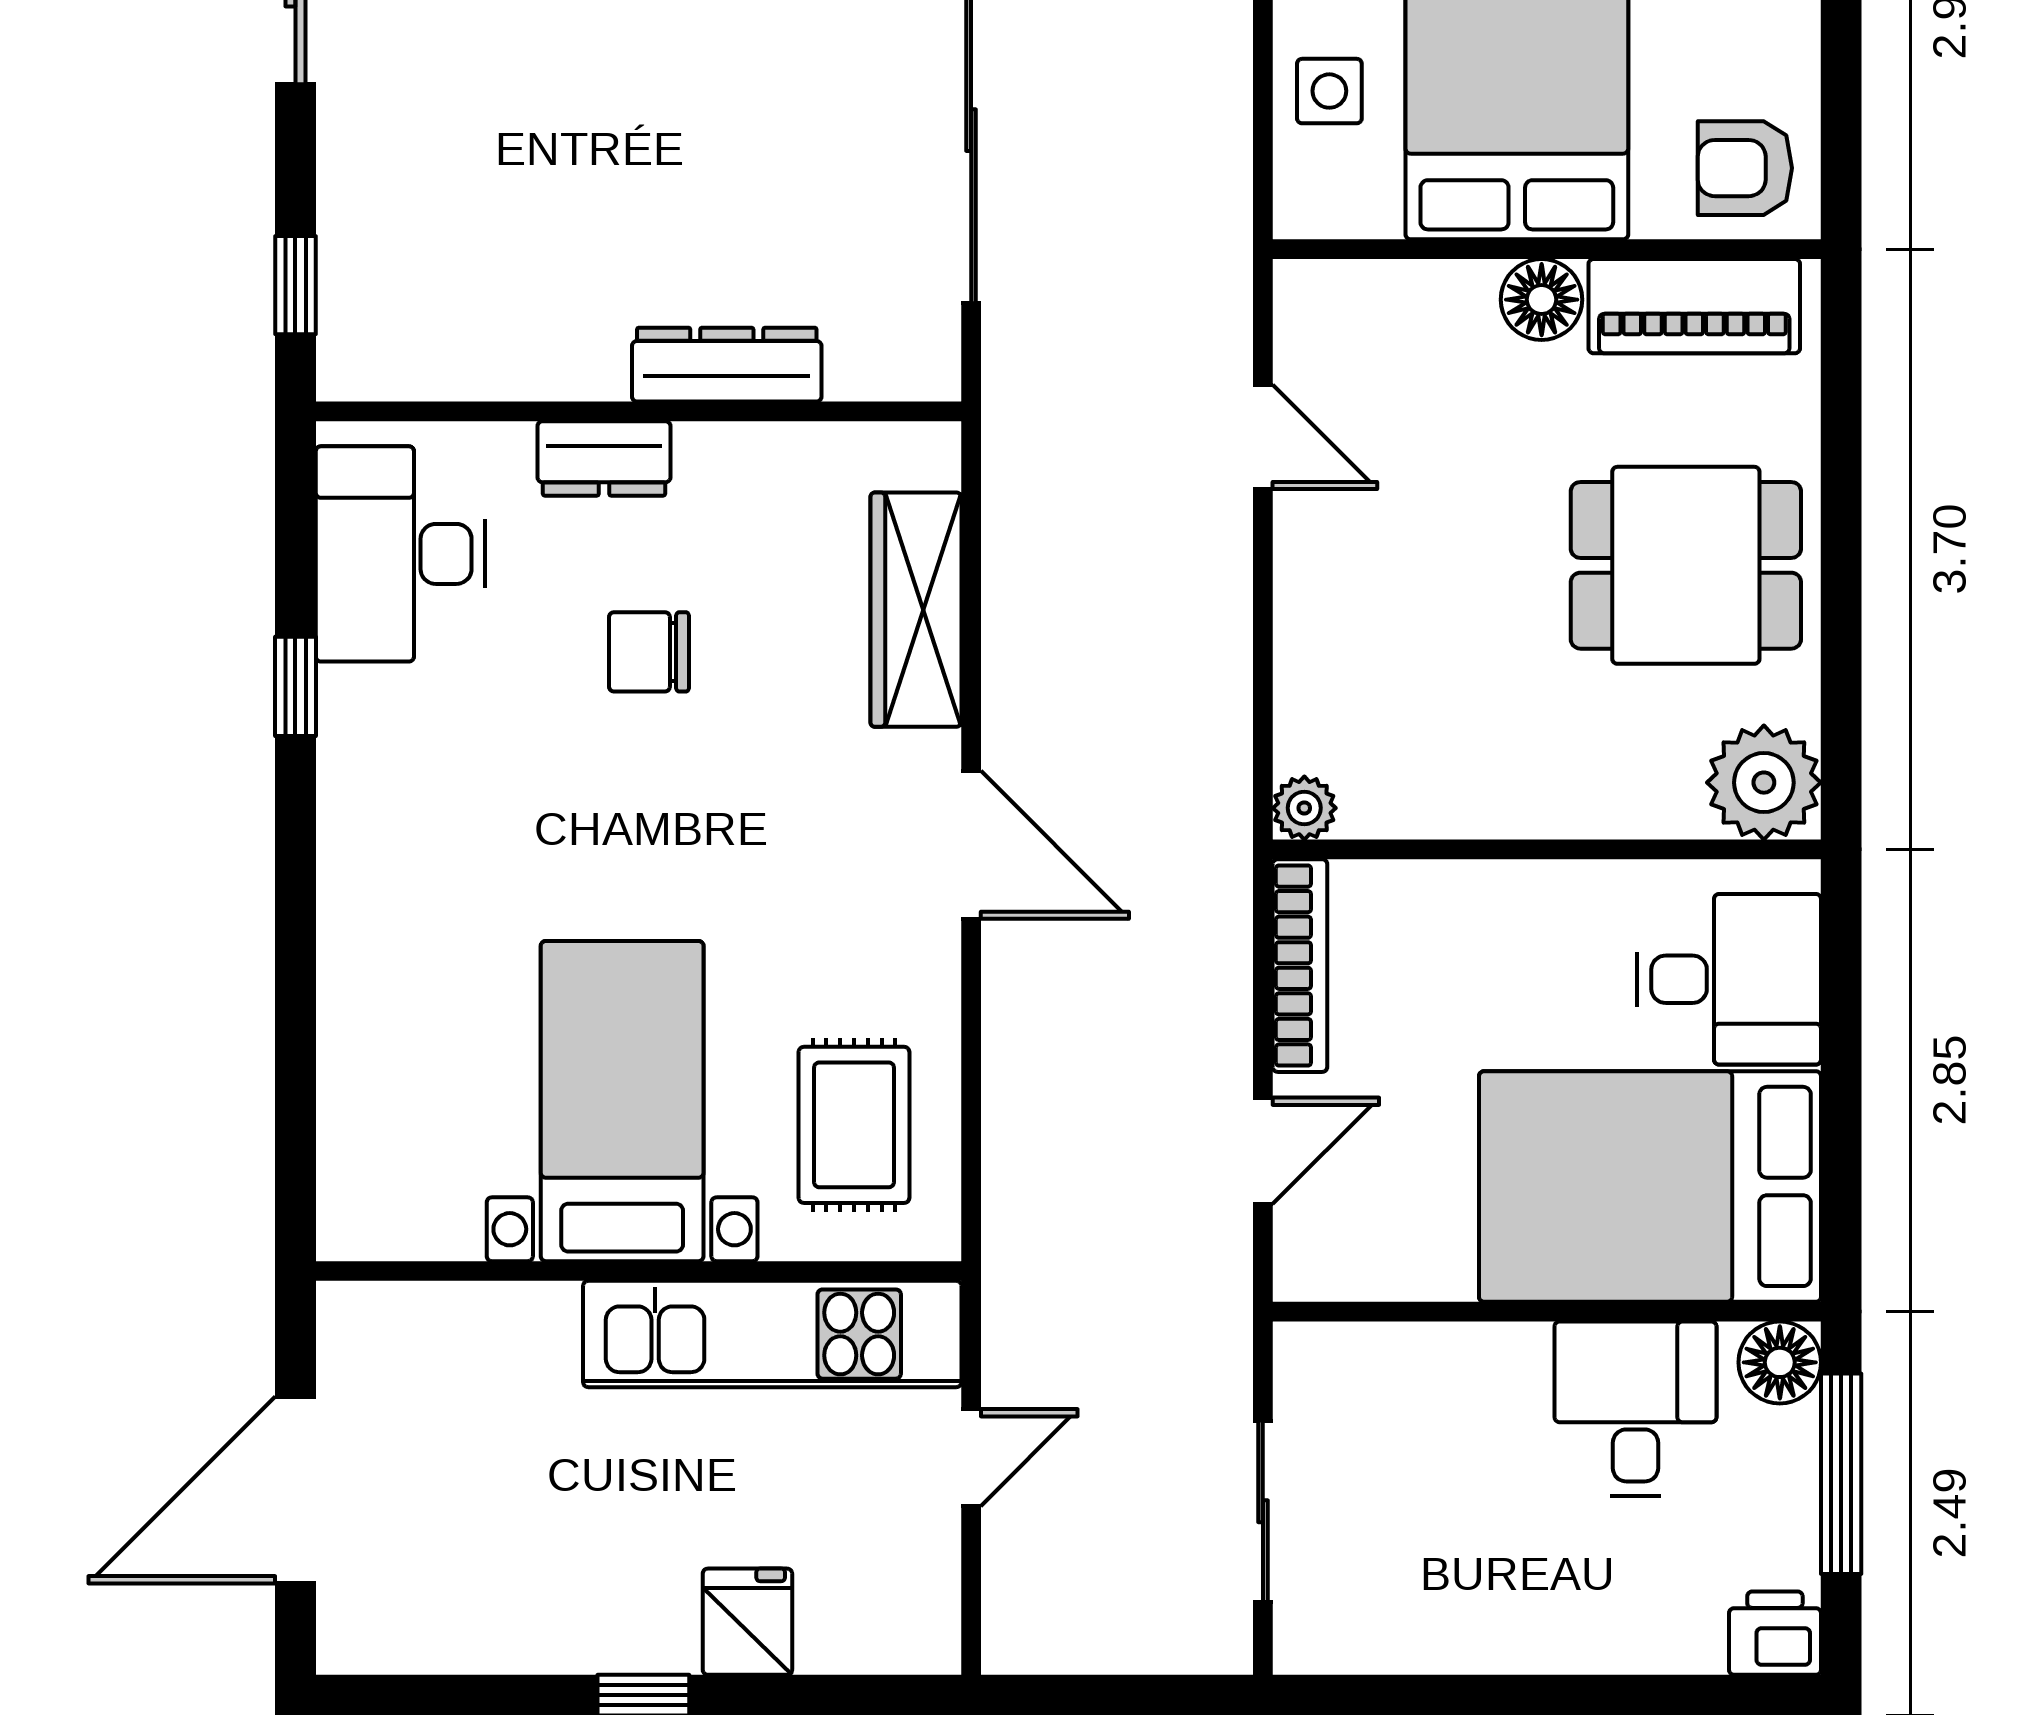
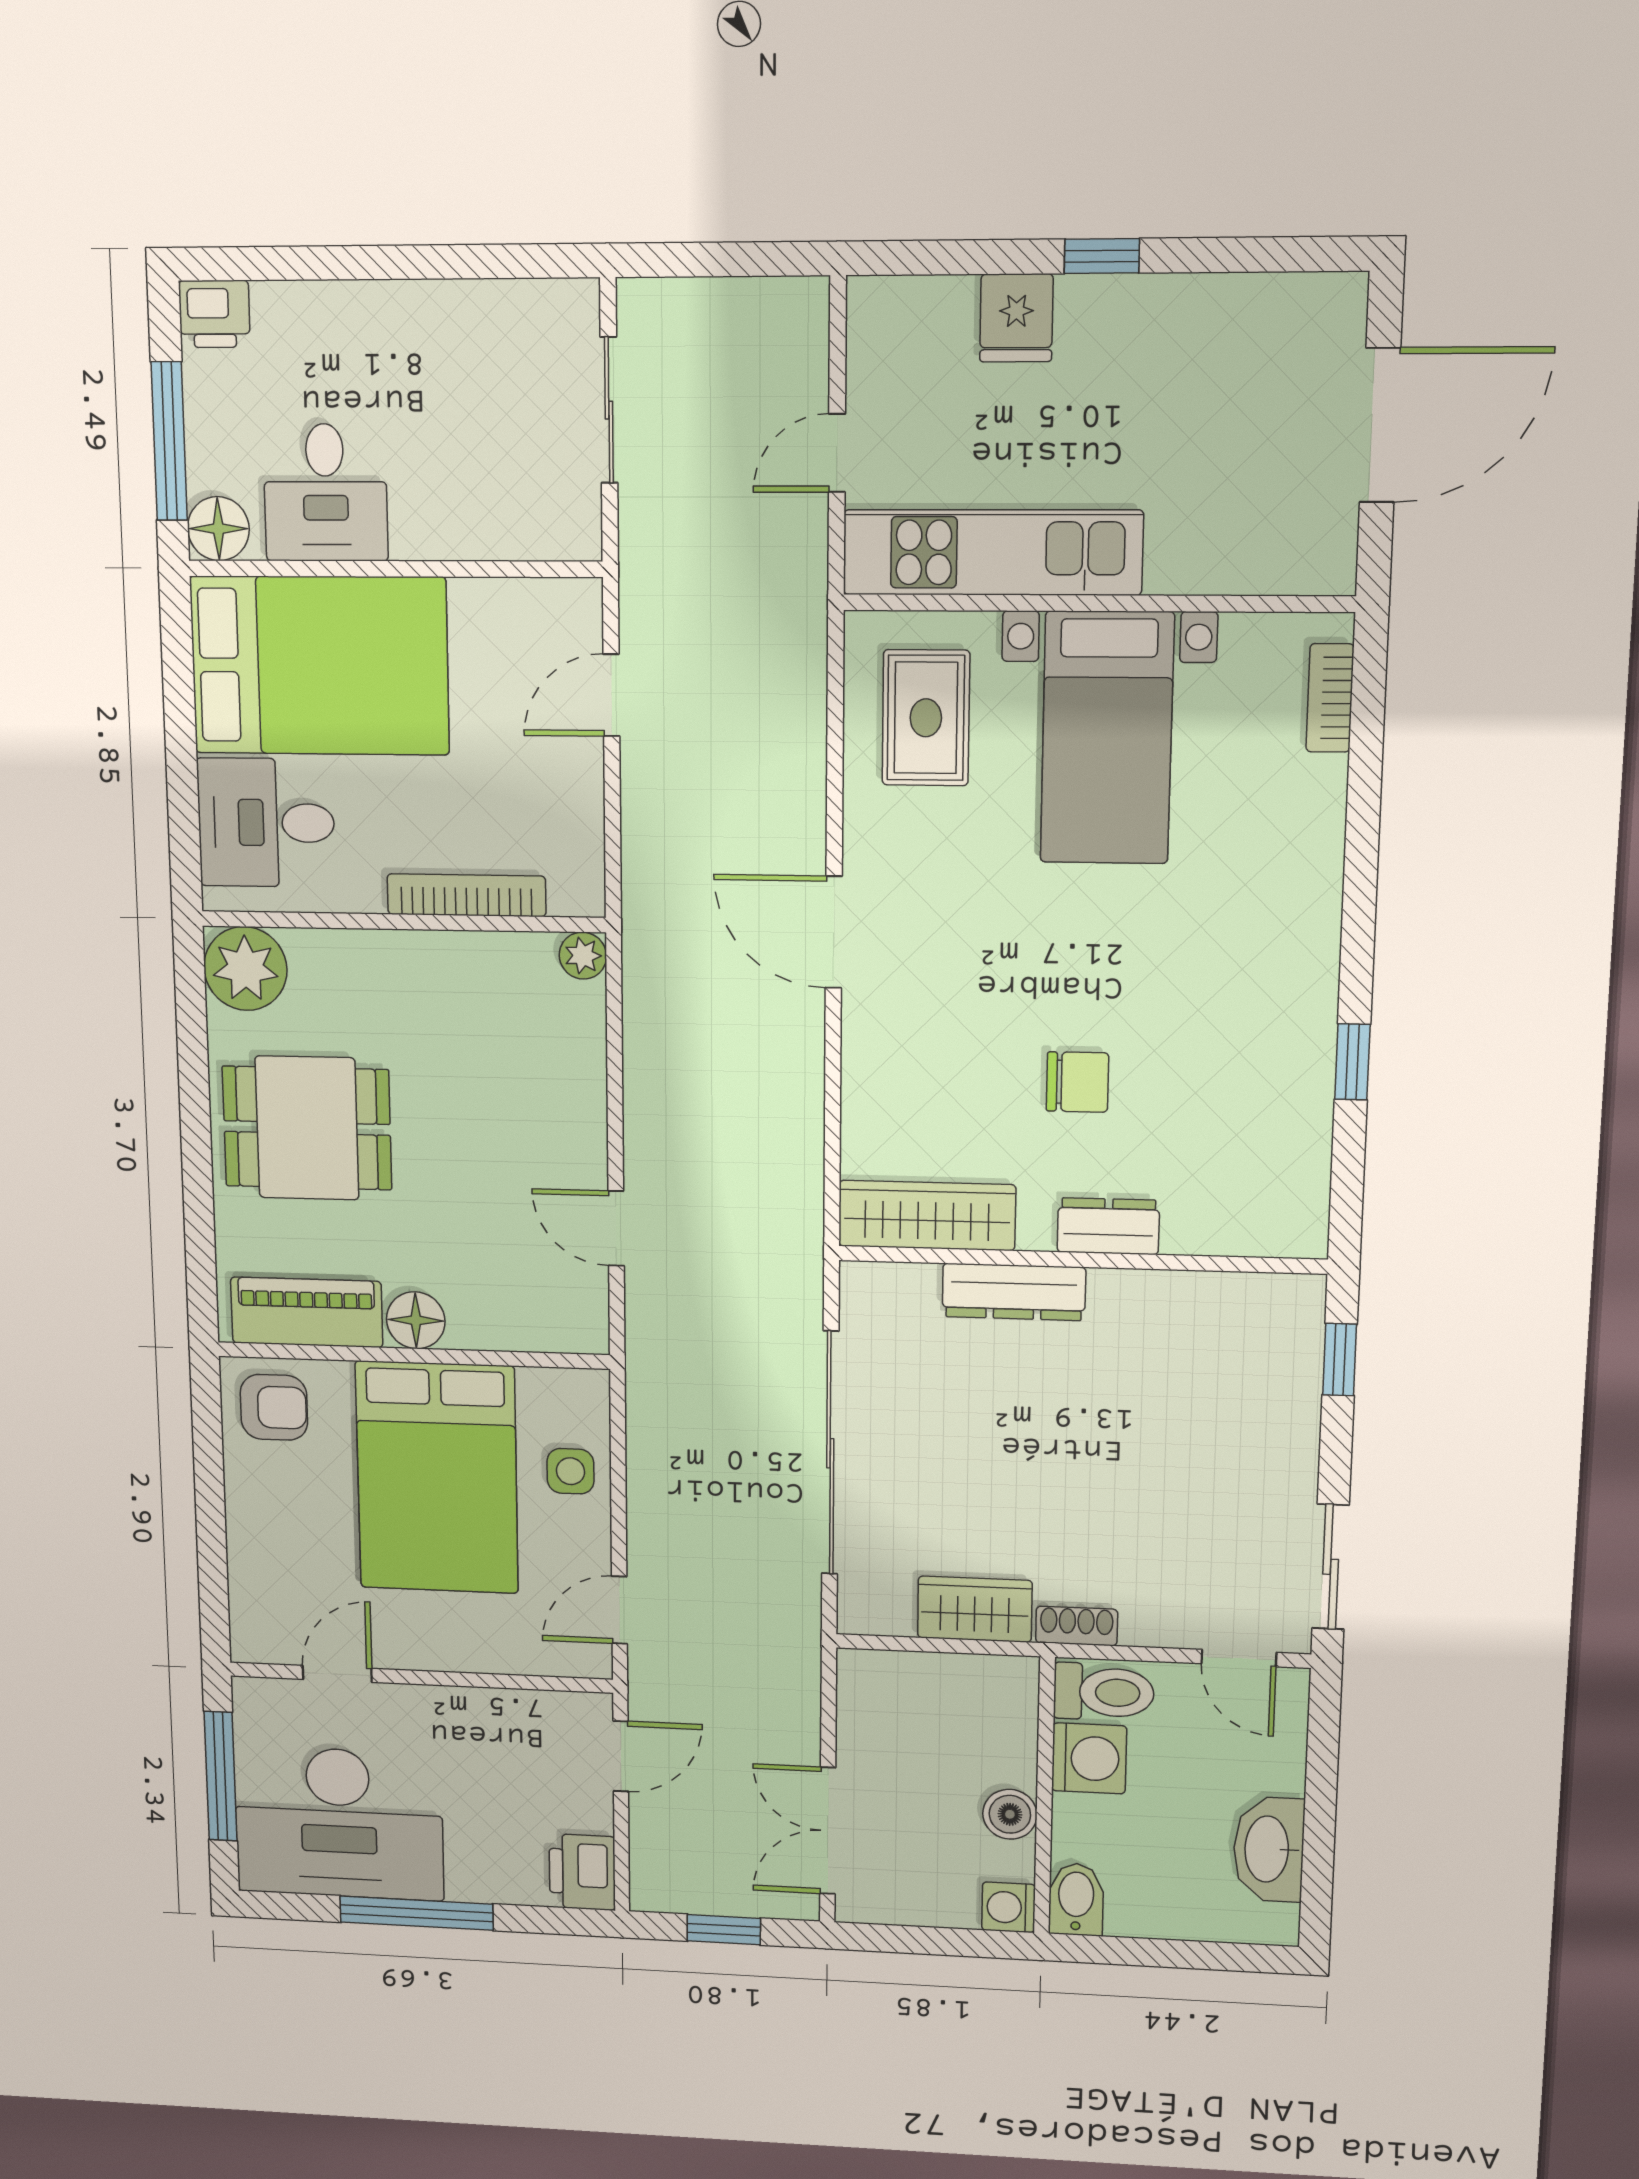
desk: (400, 554) -> (1267, 1160), removed
wardrobe: (916, 610) -> (927, 1215), moved, turned -90
bookcase: (1300, 966) -> (466, 895), moved, turned 90
bookcase: (343, 1154) -> (1330, 698), added

